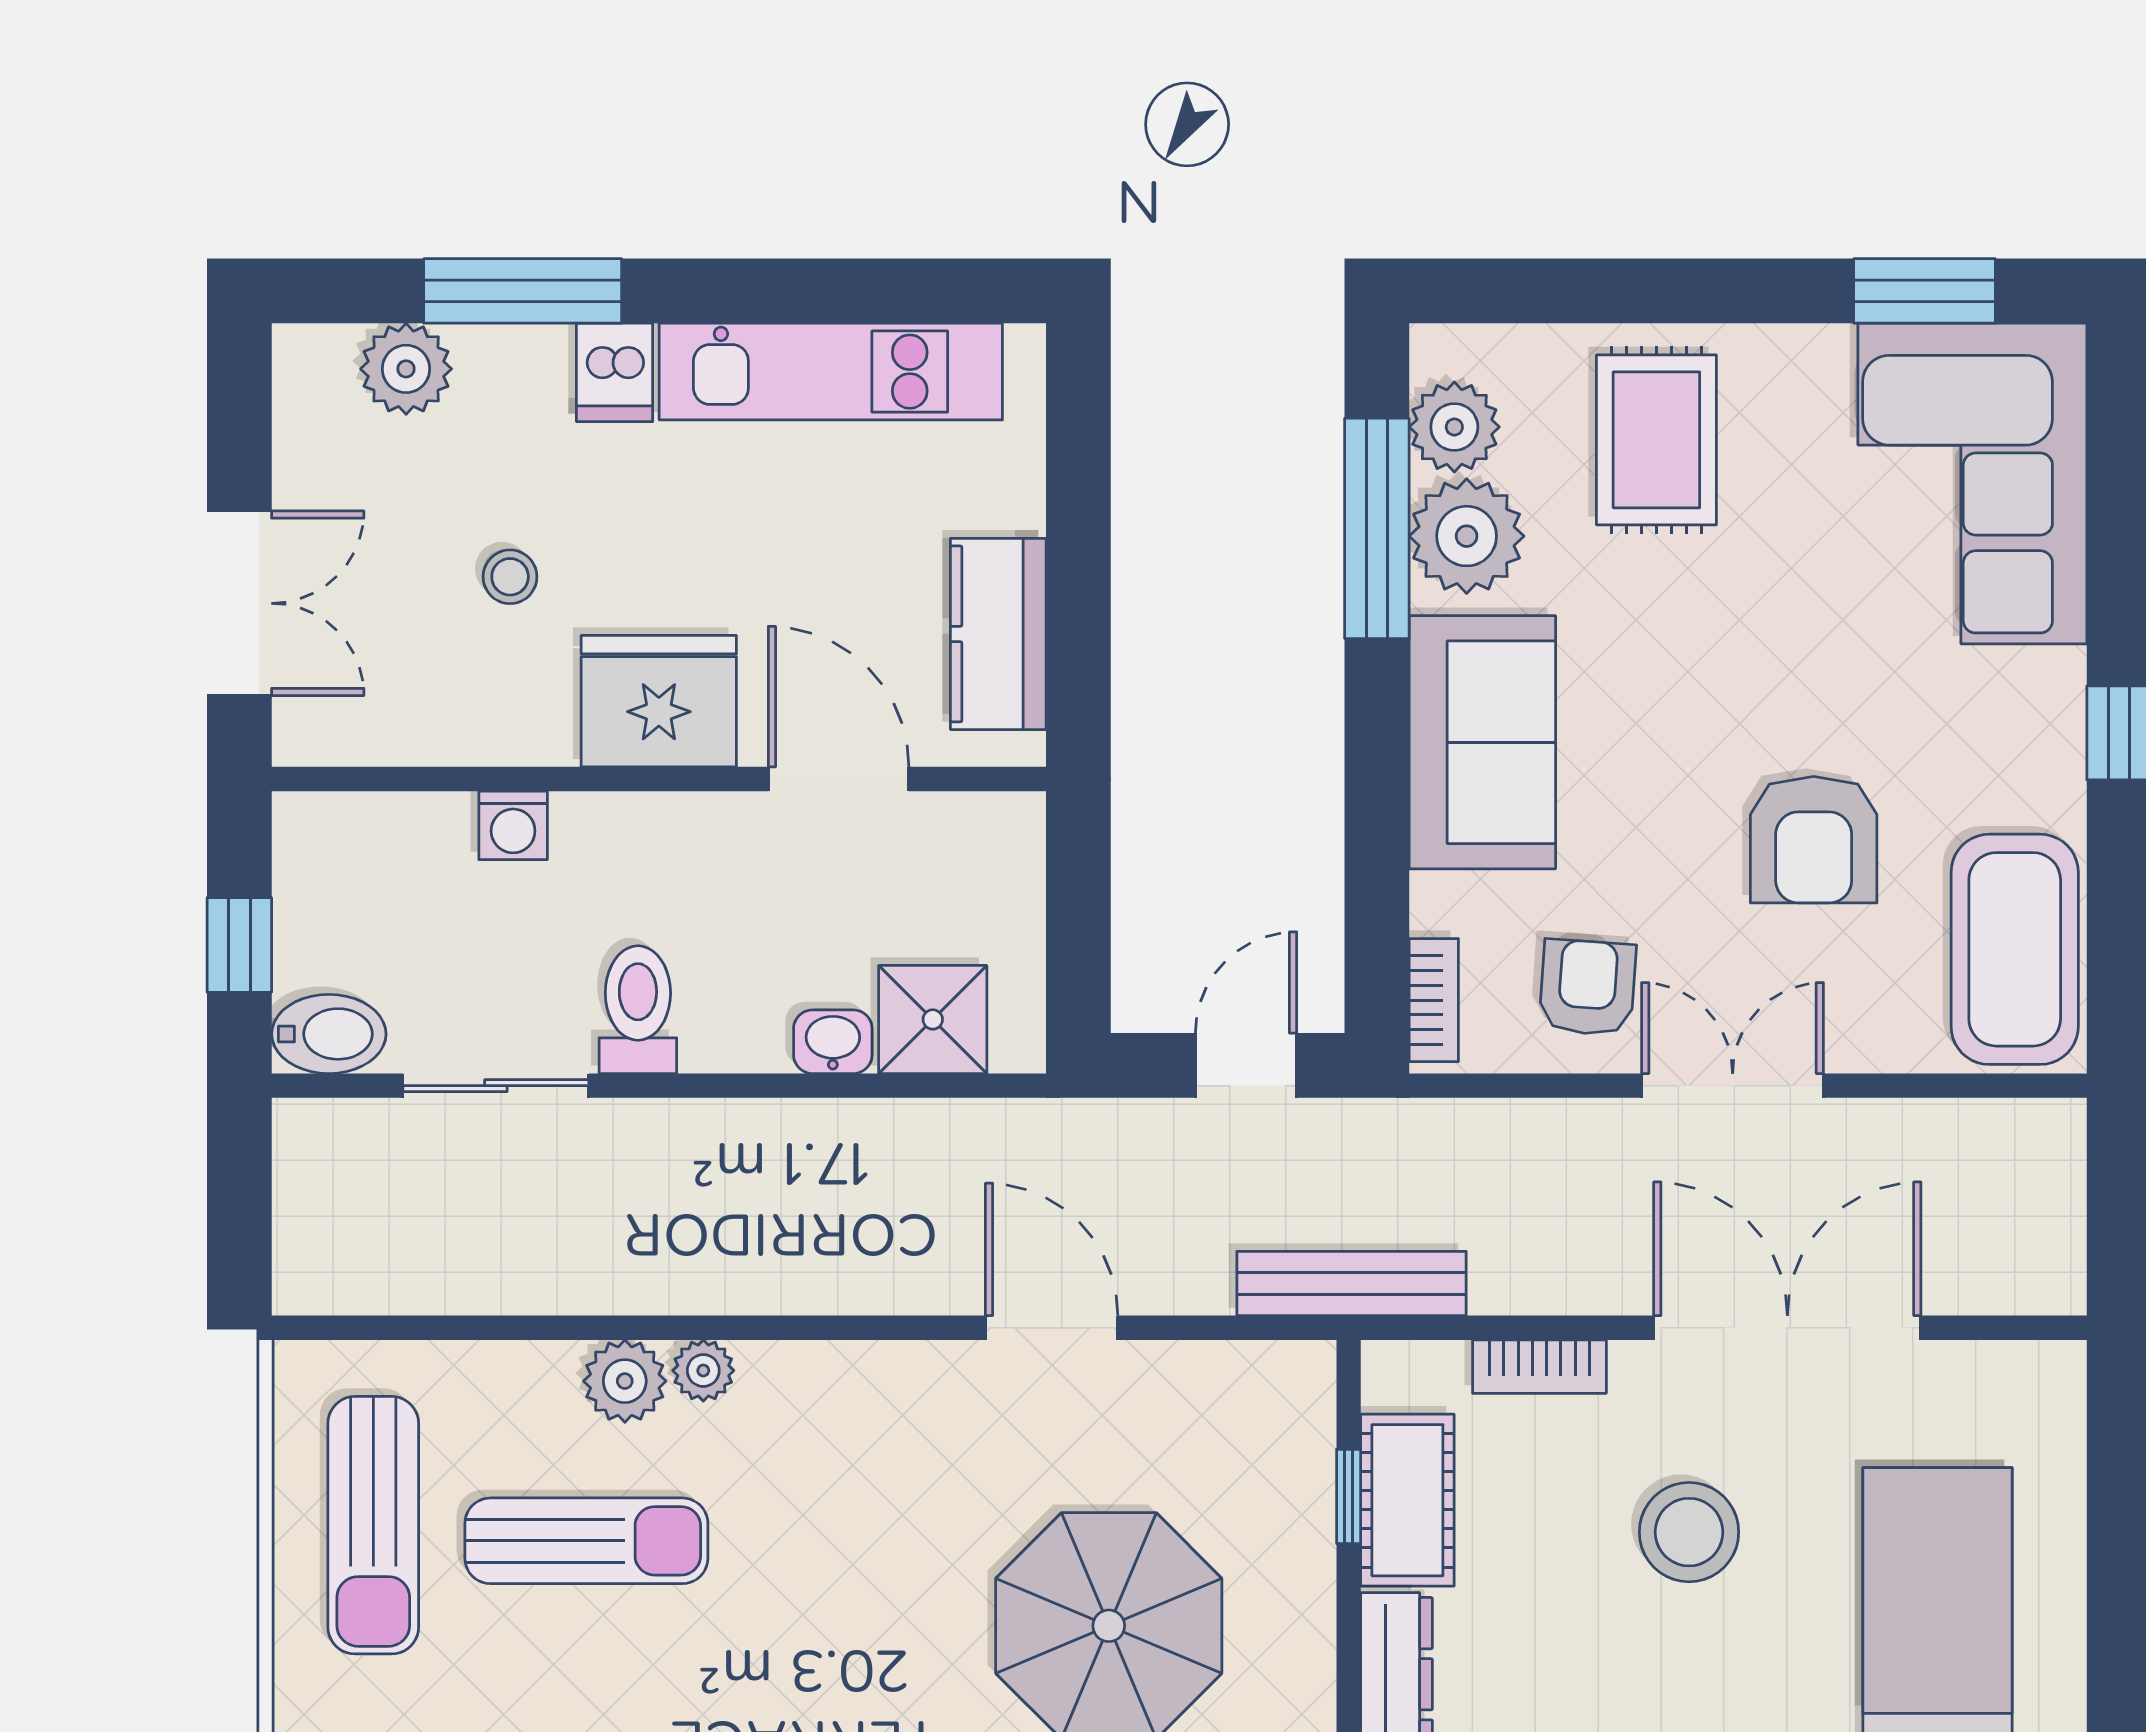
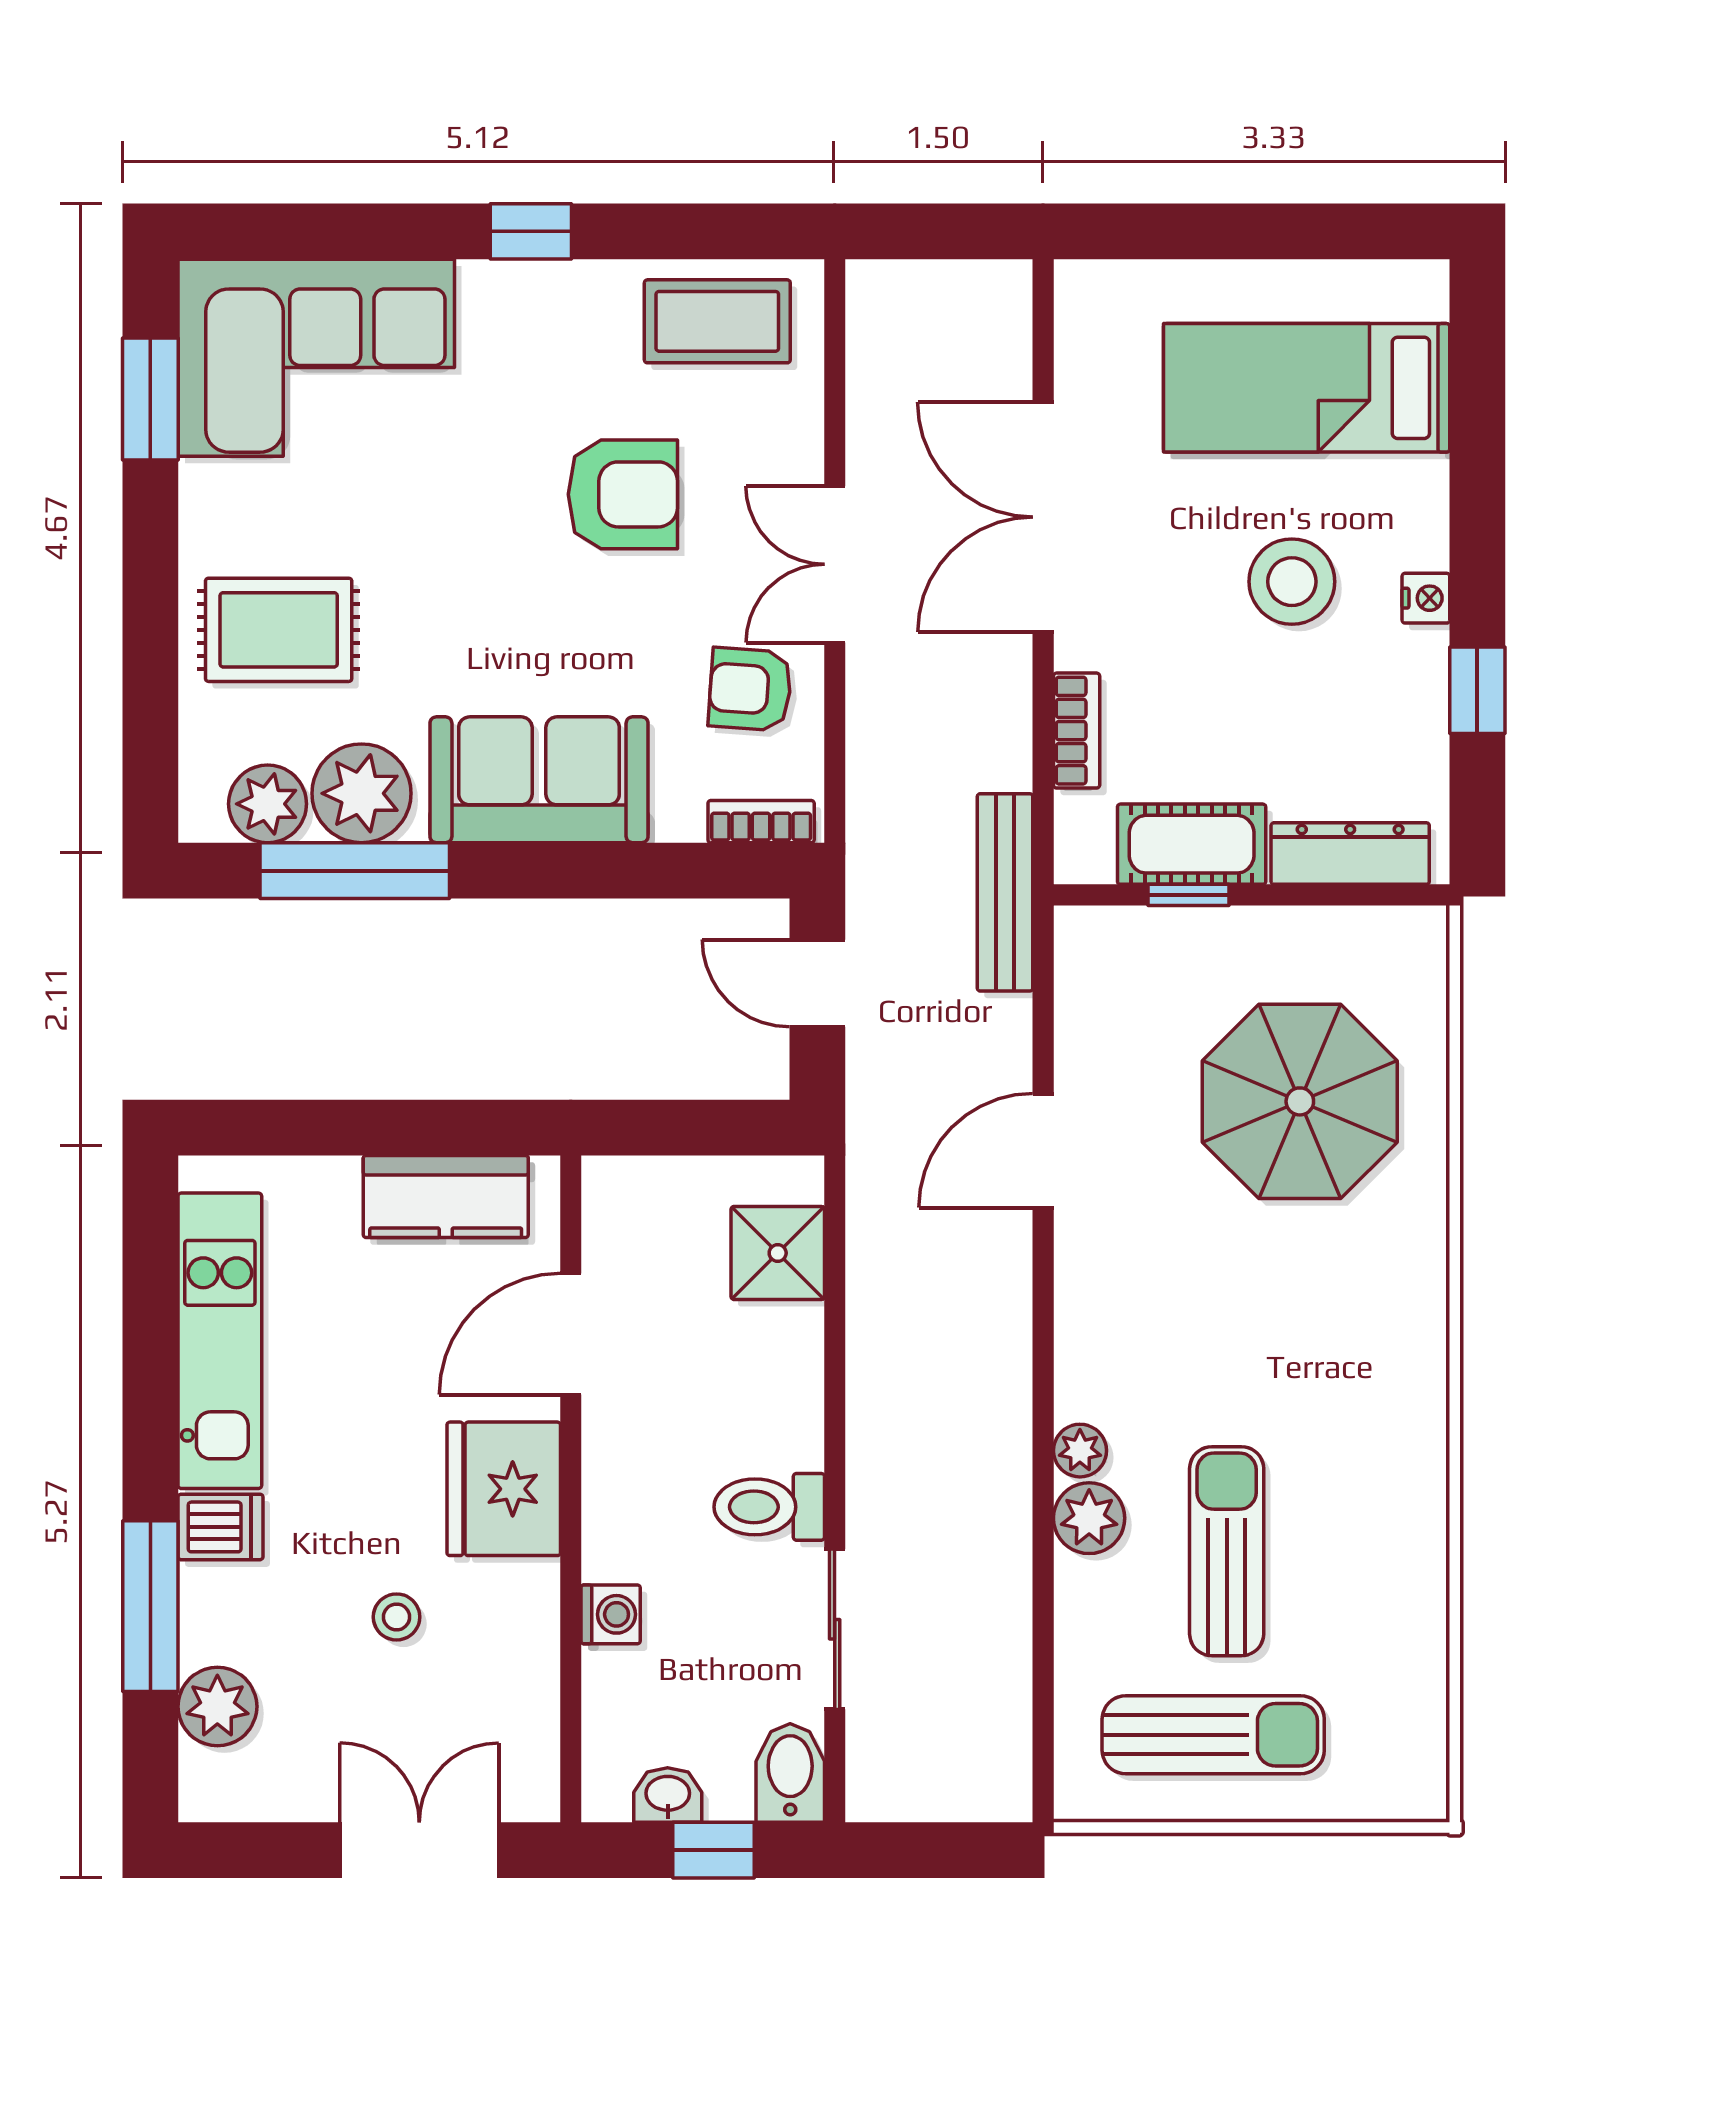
coffee table: (2015, 949) -> (717, 321), width x0.73, depth x0.76
washbasin: (833, 1042) -> (668, 1795), moved, turned 90
stool: (1689, 1532) -> (1292, 582), moved

